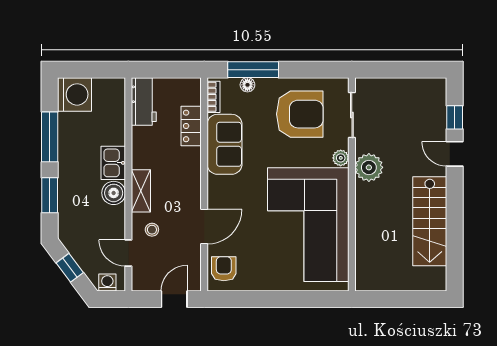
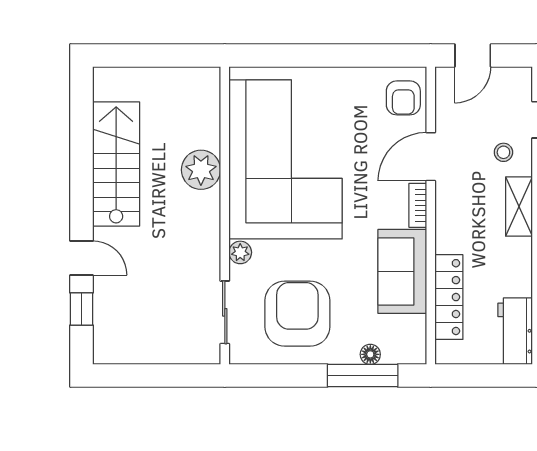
bookcase: (213, 97) -> (418, 205), moved
armchair: (300, 114) -> (297, 314), turned 90
locker: (191, 126) -> (449, 297), width x1.53
plant: (369, 167) -> (201, 170), moved

